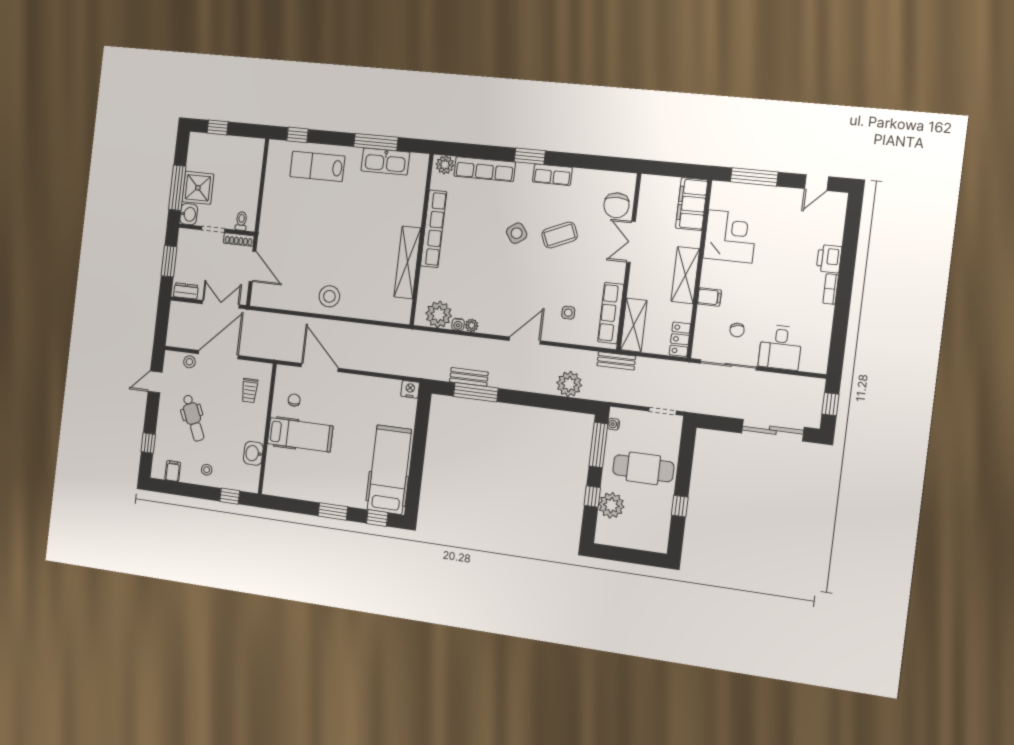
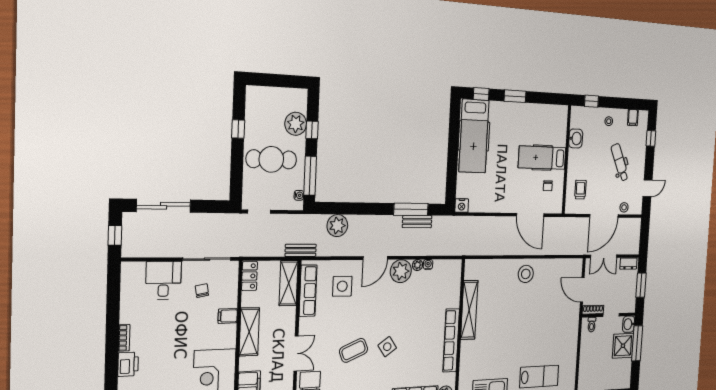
side table: (568, 313) -> (342, 286), width x1.87, depth x1.87
plant: (439, 314) -> (401, 271), moved

